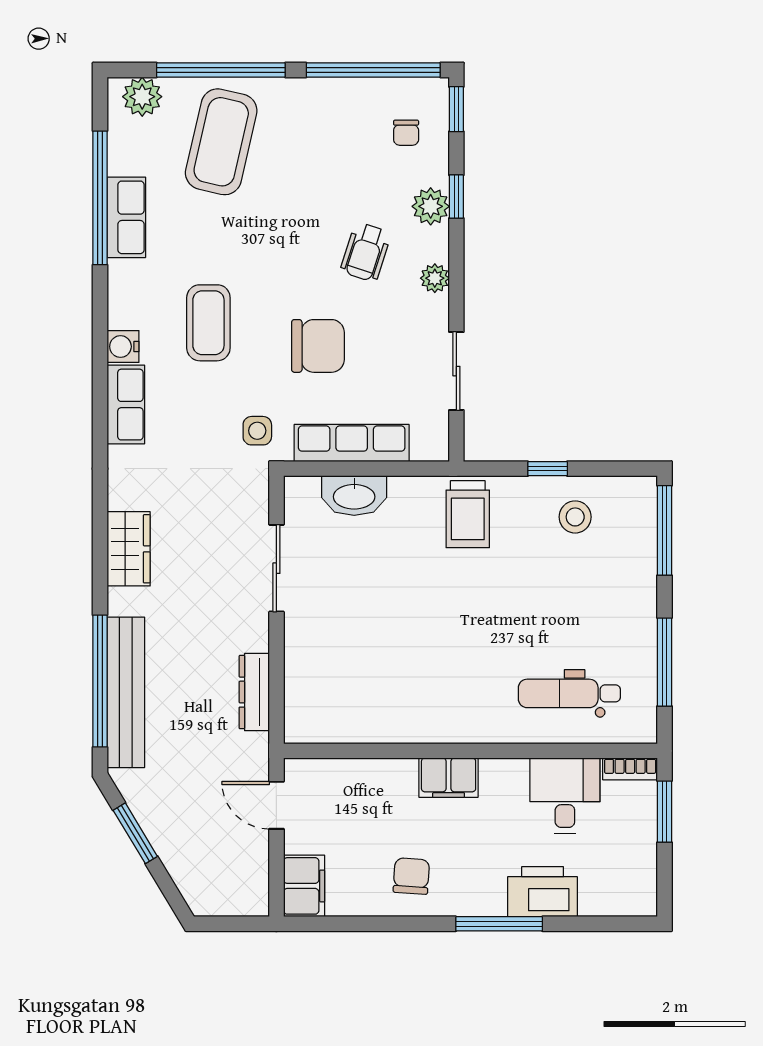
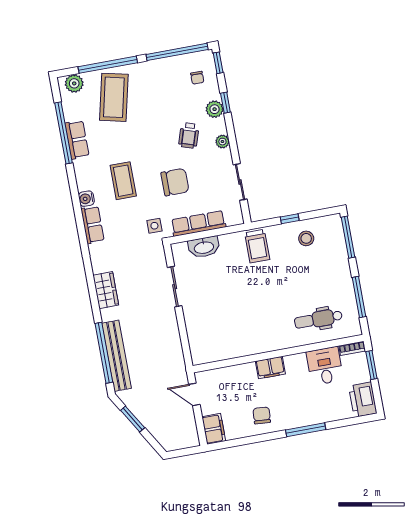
dresser: (254, 692) -> (175, 345), removed
printer: (543, 892) -> (363, 400), moved, turned -90

